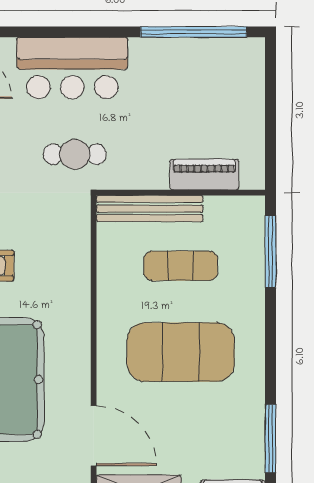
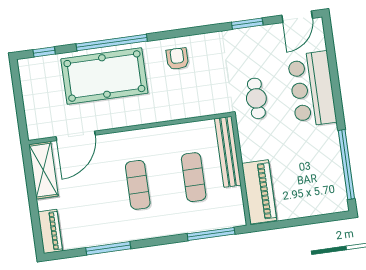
piano: (204, 175) -> (259, 192), width x1.37, depth x1.33
exercise mat: (181, 352) -> (138, 185), width x0.50, depth x0.69
window: (270, 439) -> (108, 248), moved

